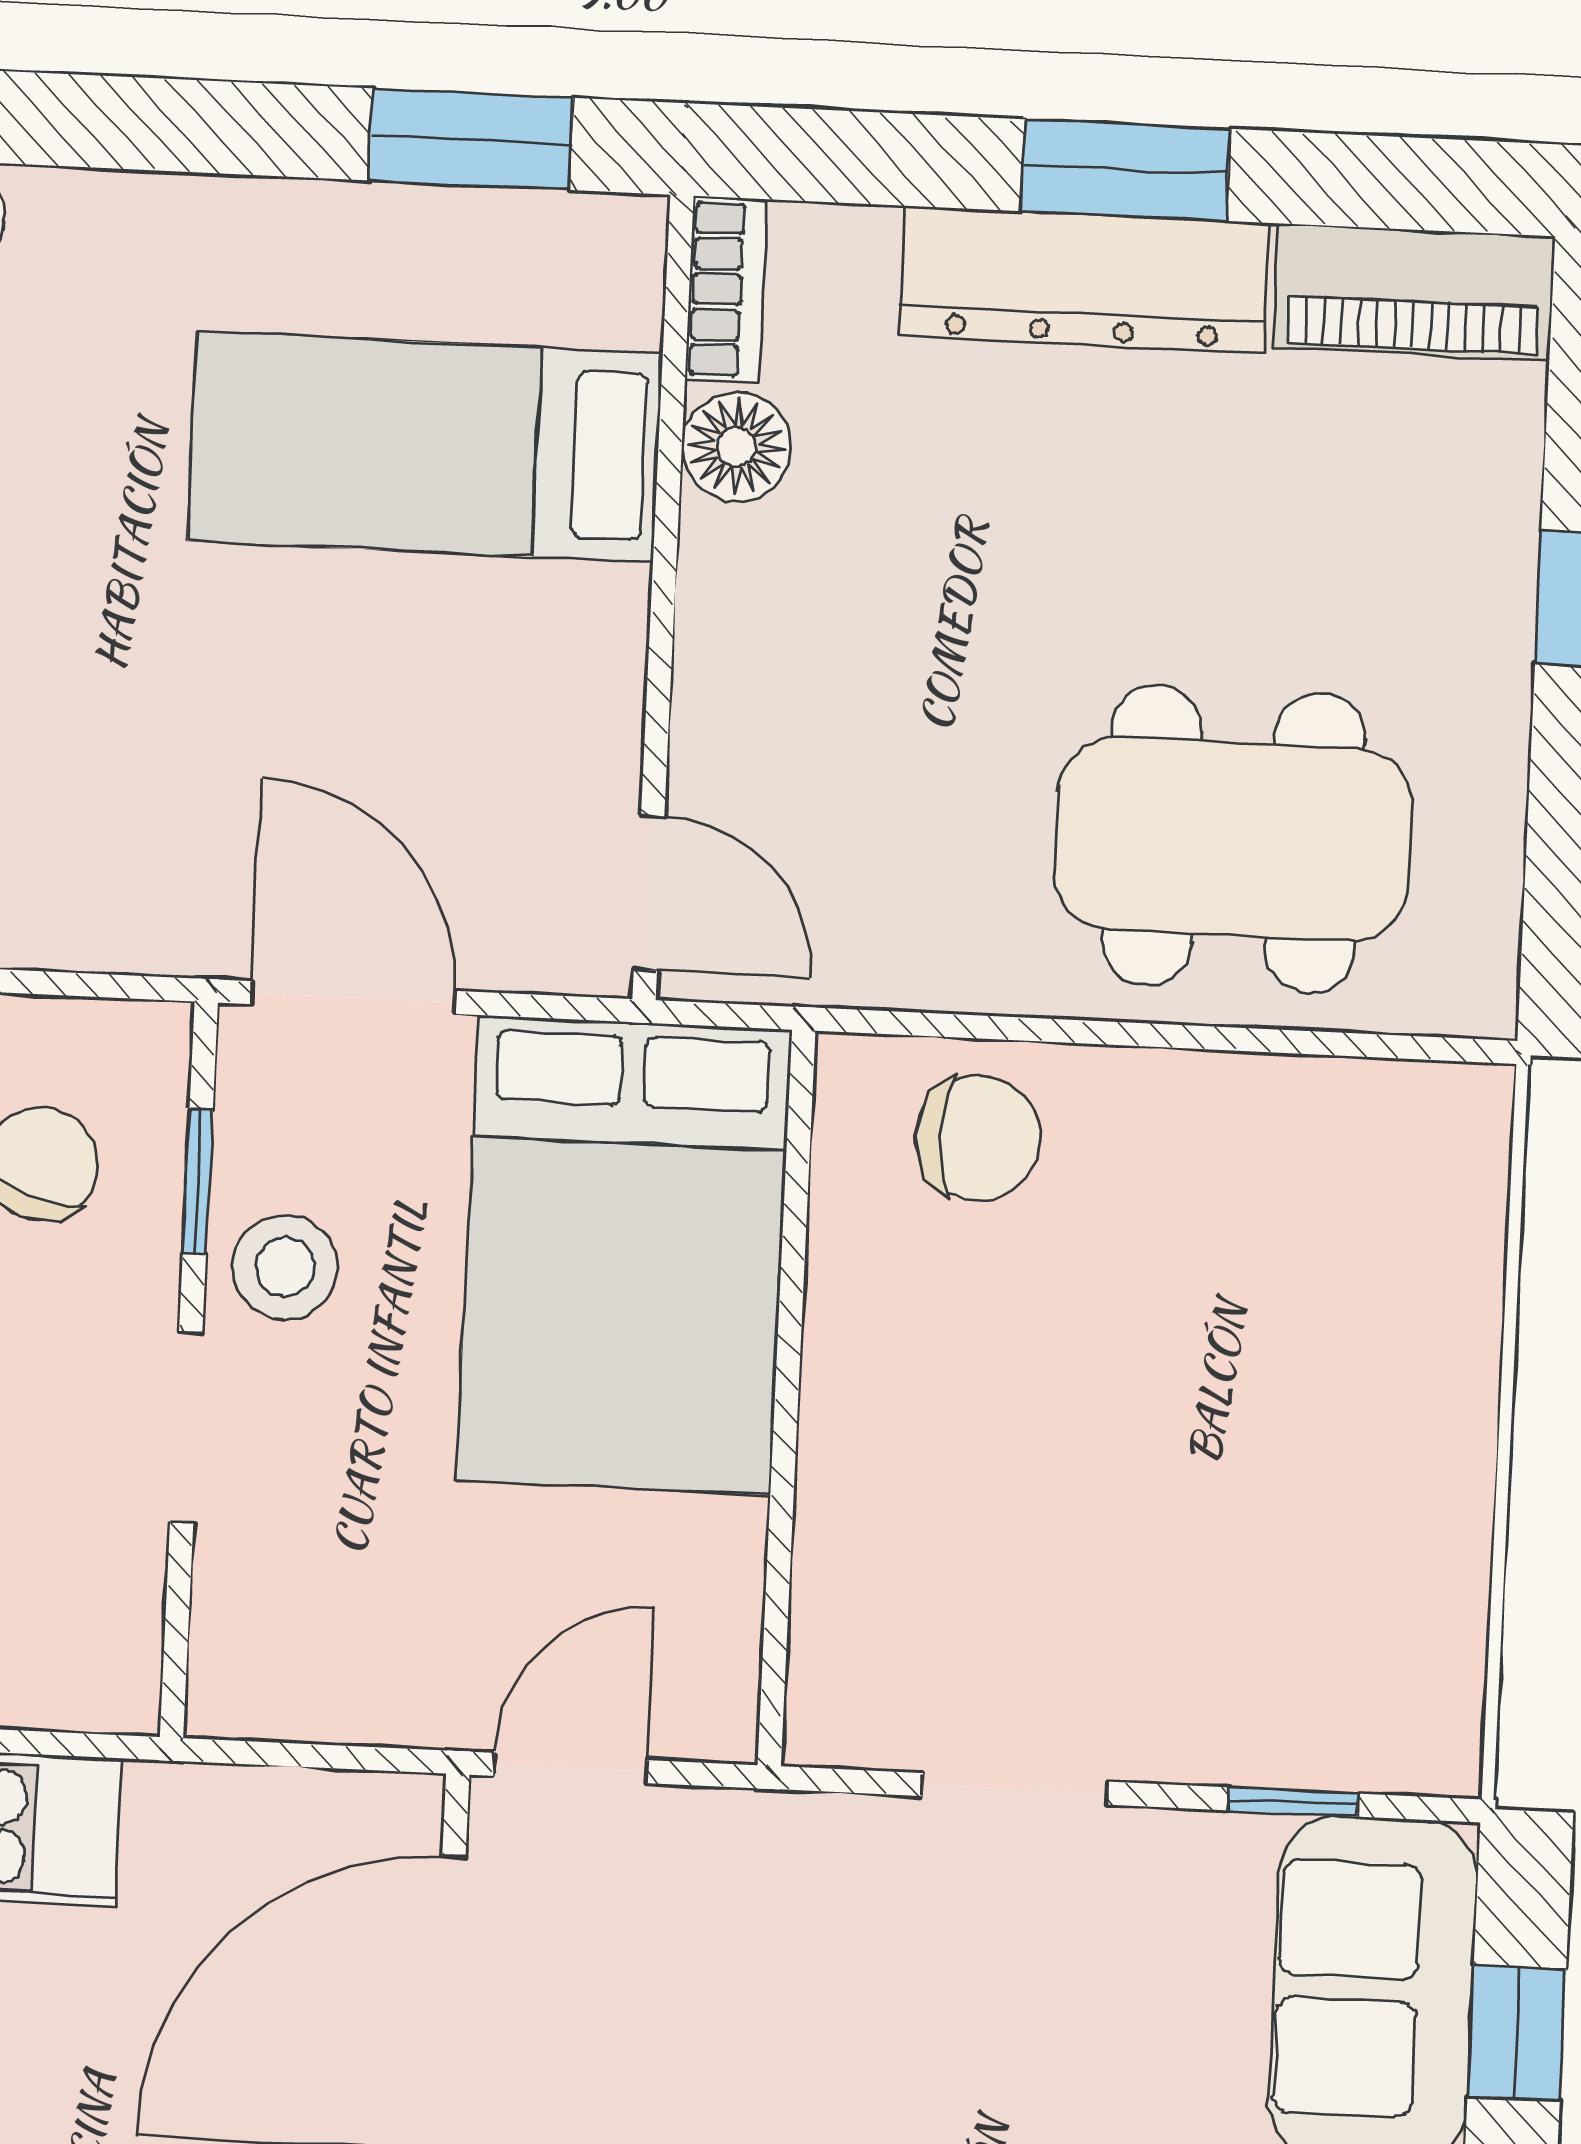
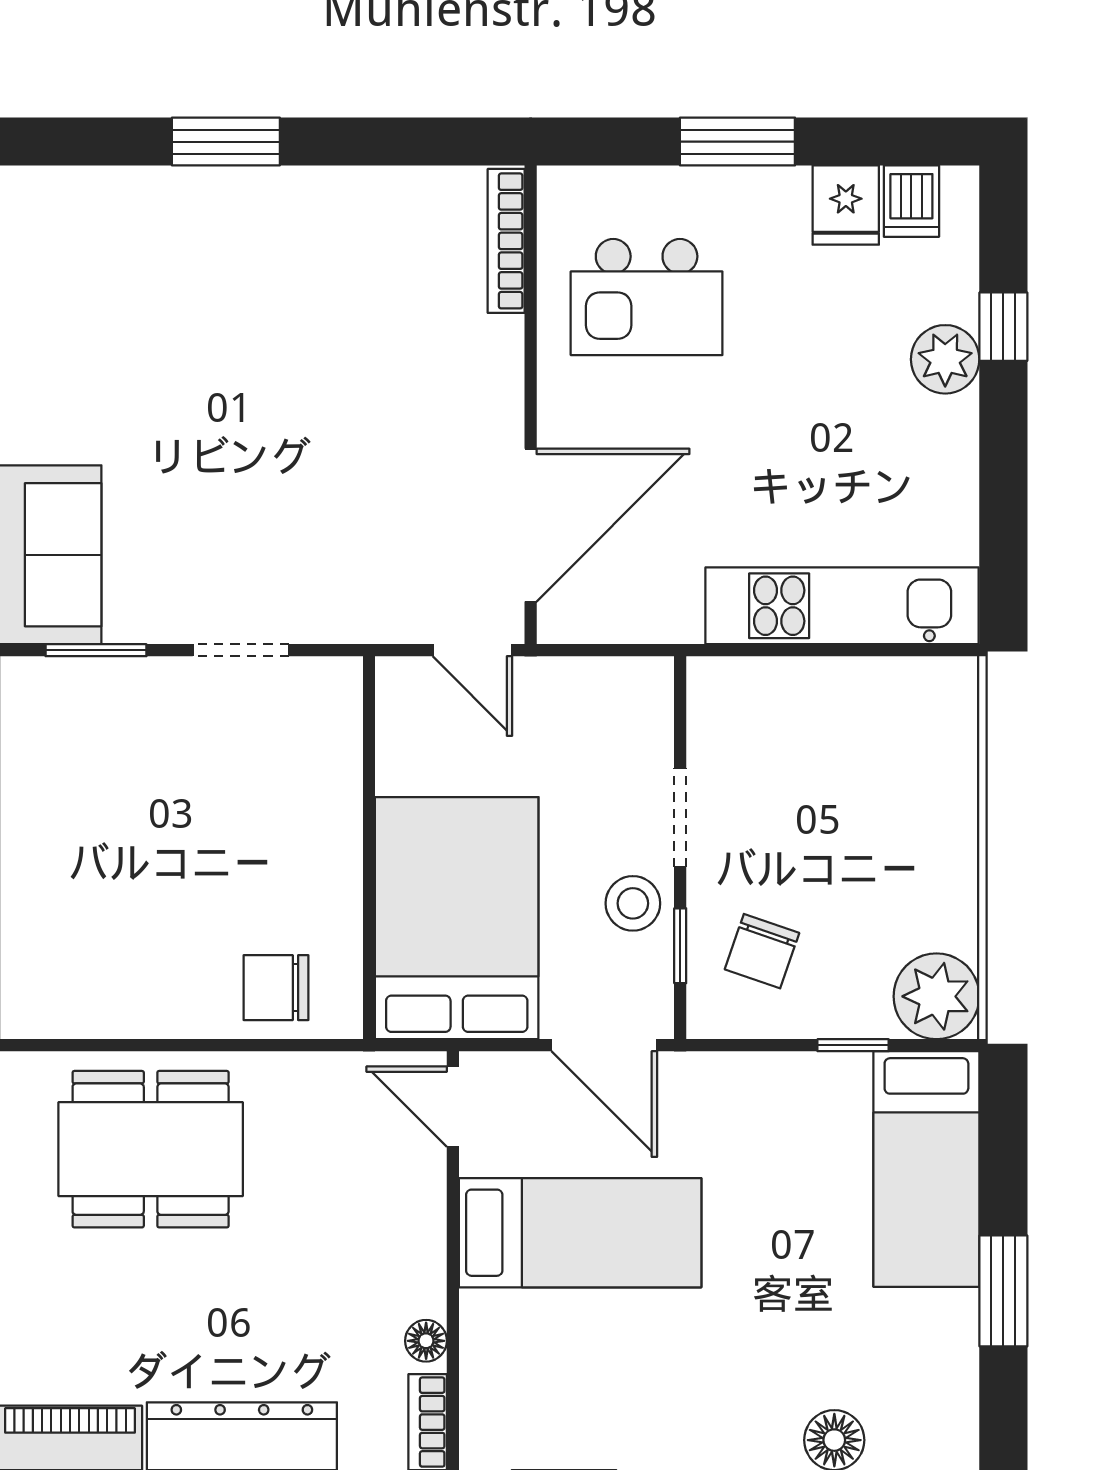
bed: (425, 447) -> (580, 1233), moved
floor lamp: (737, 447) -> (426, 1341), width x0.73, depth x0.73
door: (570, 1768) -> (472, 650), hinge flipped
window: (1293, 1802) -> (96, 650), width x1.50

